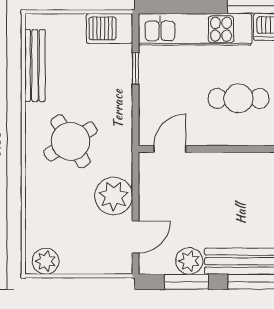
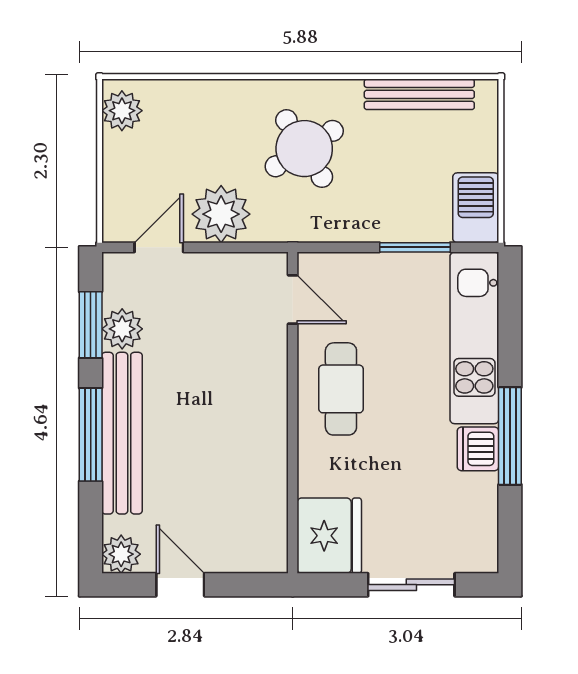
window: (136, 68) -> (415, 247), width x1.50
cafe table: (238, 98) -> (341, 389), moved
door: (136, 237) -> (159, 247), swing flipped

